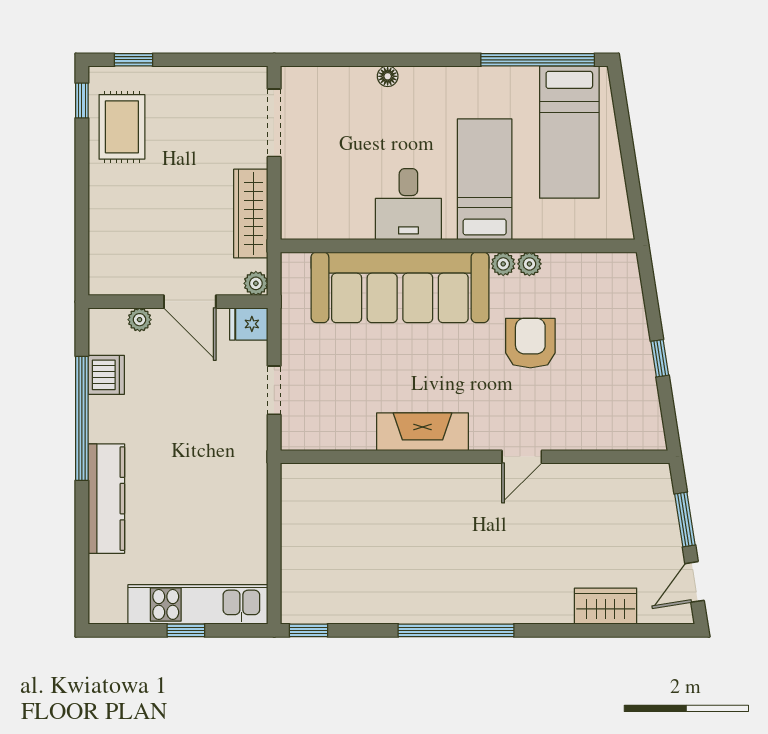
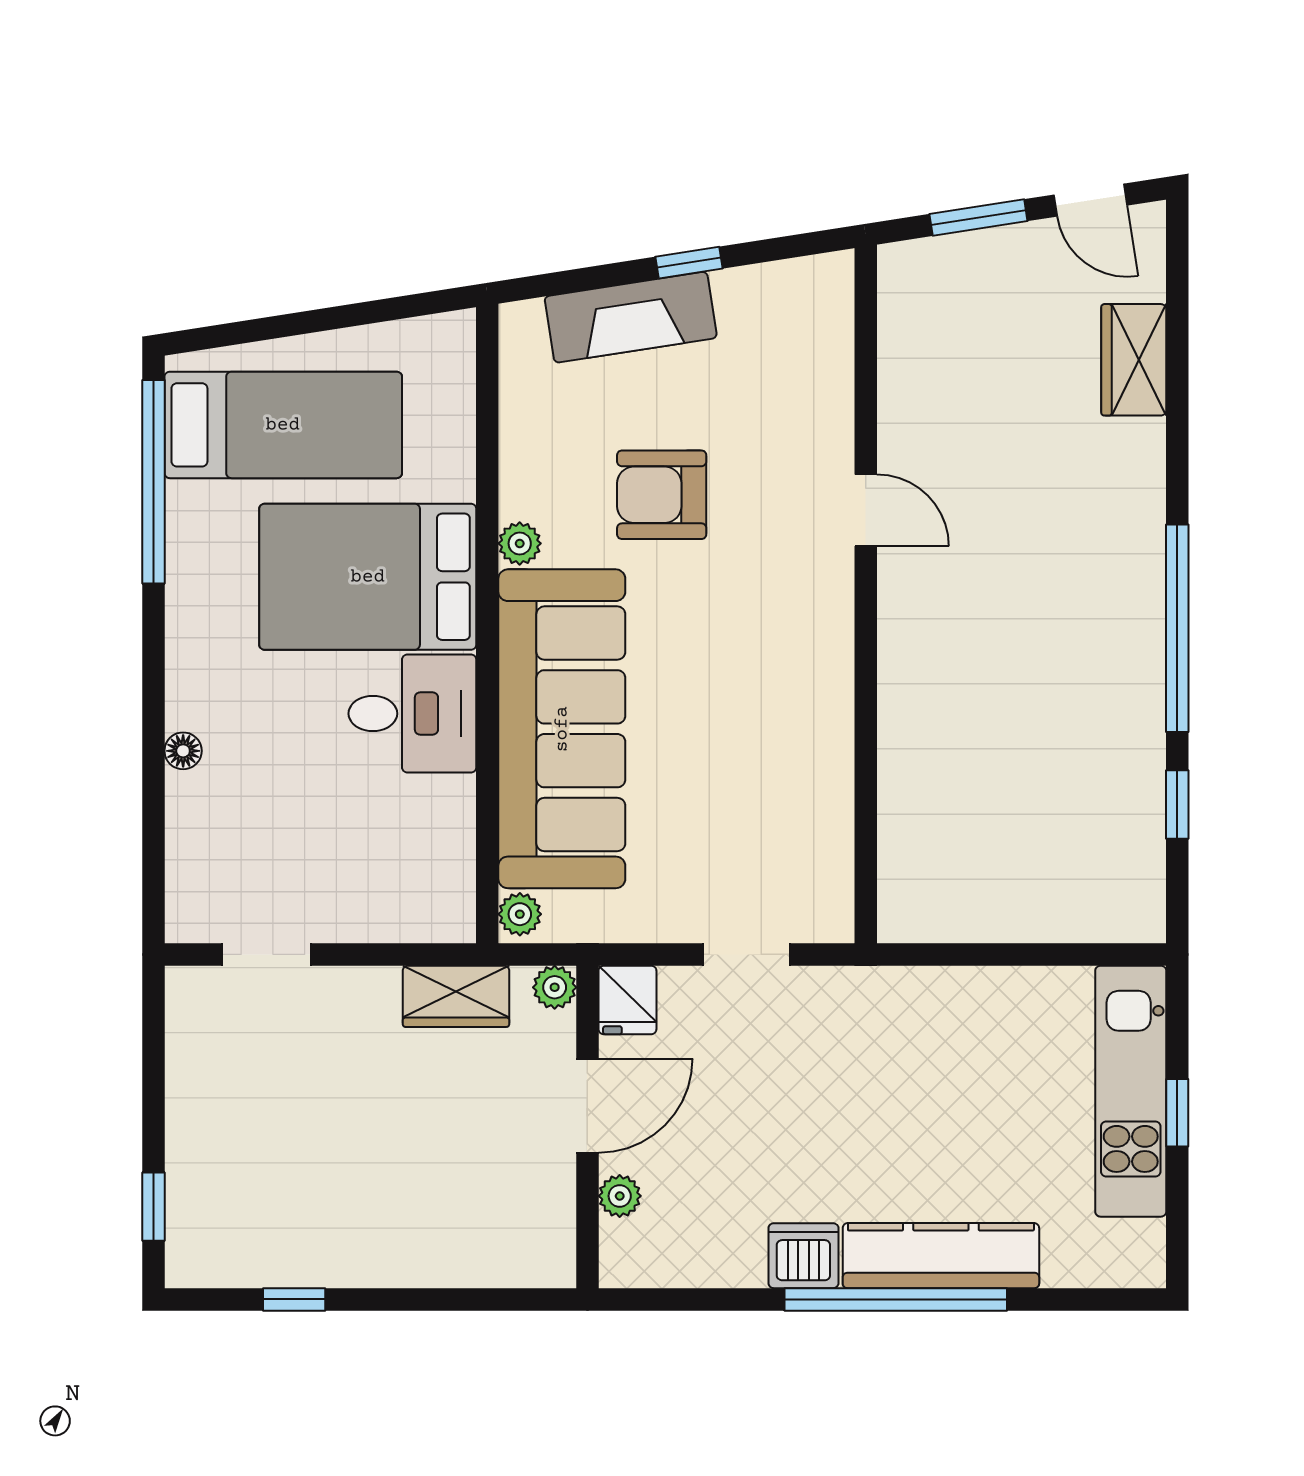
window: (82, 101) -> (294, 1299), moved
doorway: (274, 123) -> (267, 954), width x0.73
rug: (122, 127) -> (274, 1228), removed
bed: (485, 179) -> (368, 577), width x1.50
wardrobe: (251, 214) -> (456, 996), width x0.67
plant: (529, 264) -> (520, 914), moved
dishwasher: (106, 375) -> (803, 1256), moved
window: (82, 418) -> (896, 1299), moved
fireplace: (422, 432) -> (631, 317), moved, turned -99
window: (308, 630) -> (1177, 805), moved

